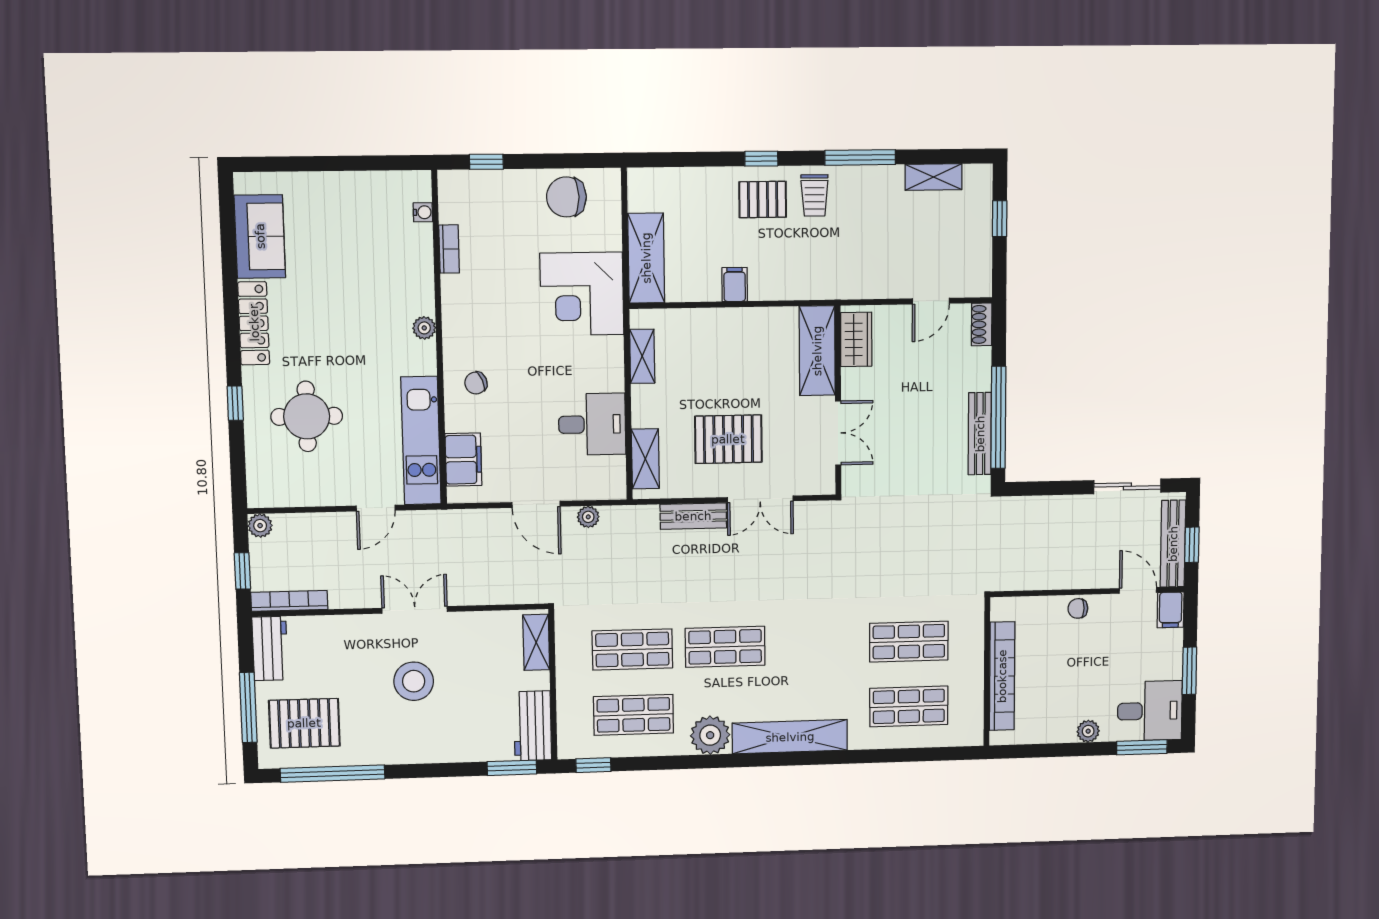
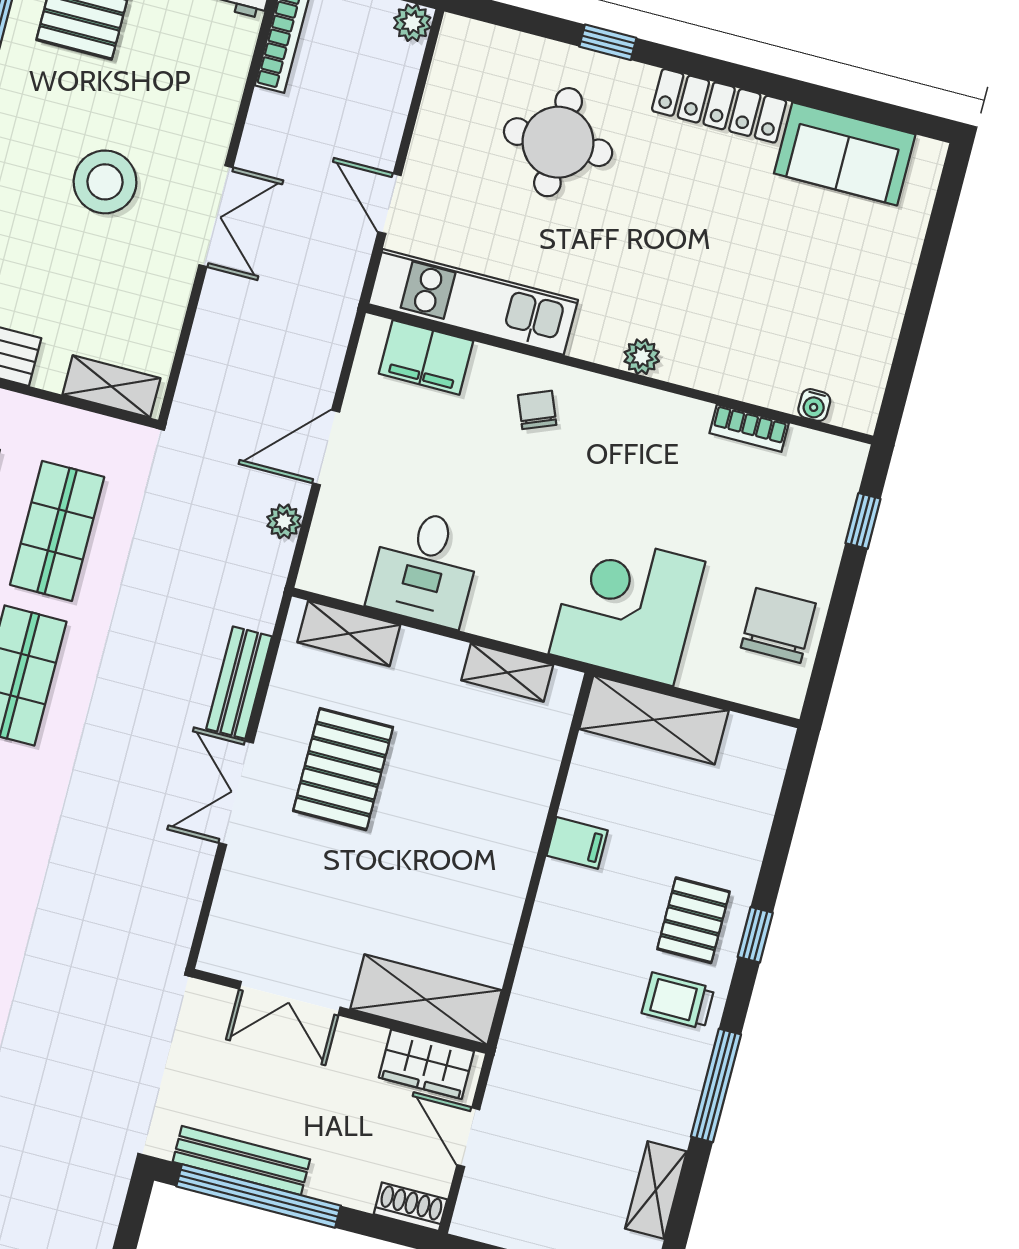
wardrobe: (856, 339) -> (426, 1064), moved
shelving: (817, 351) -> (426, 1000), moved
wall: (838, 401) -> (340, 1011), moved
double door: (838, 433) -> (290, 998), moved

